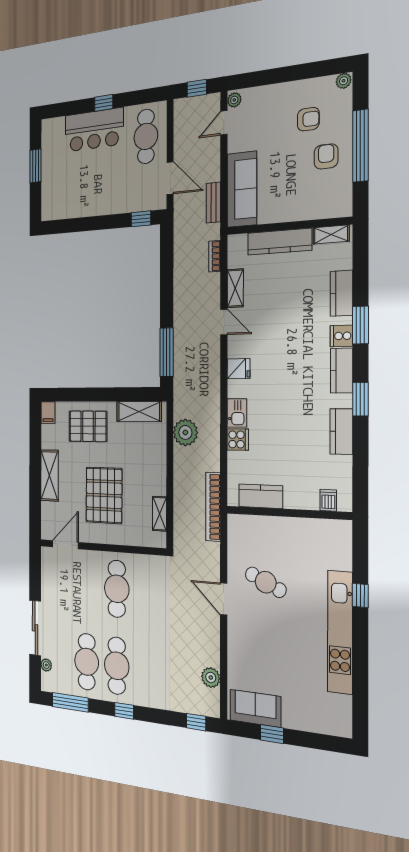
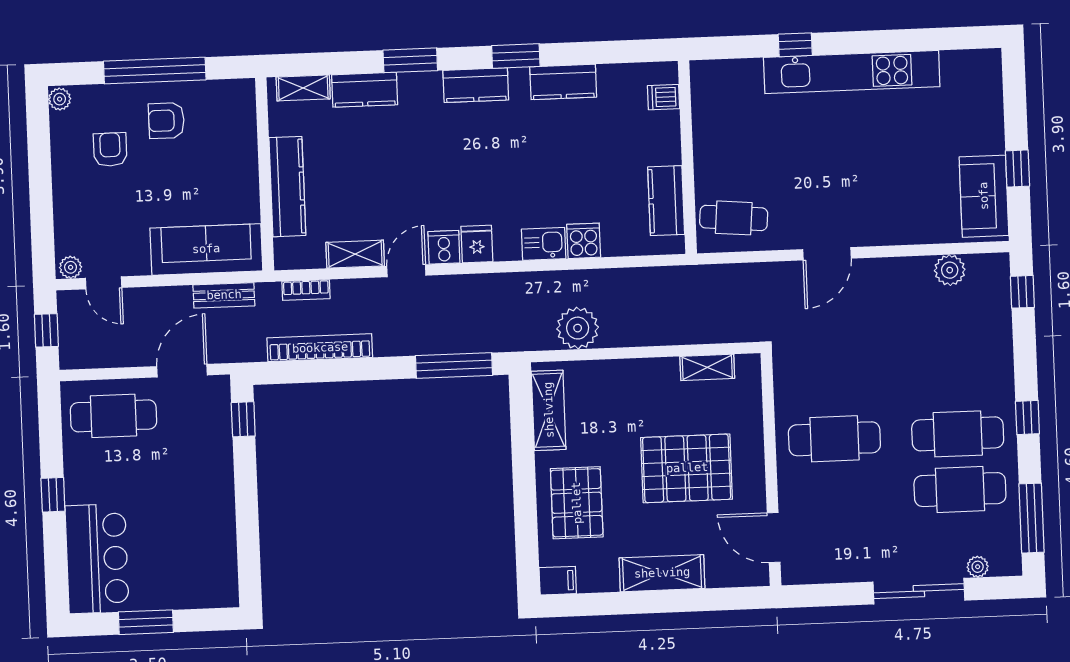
bar counter: (94, 130) -> (97, 559), moved
shelving: (331, 234) -> (303, 88), moved, turned 90
cooker: (341, 336) -> (444, 247), moved, turned 180
bookcase: (213, 507) -> (320, 348), moved, turned 180
cafe table: (266, 582) -> (734, 218), moved, turned 70

